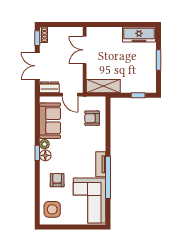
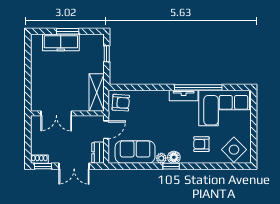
freezer: (139, 35) -> (61, 42), moved, turned 90
armchair: (92, 118) -> (121, 103), moved, turned -86
side table: (52, 209) -> (234, 150), turned 45

